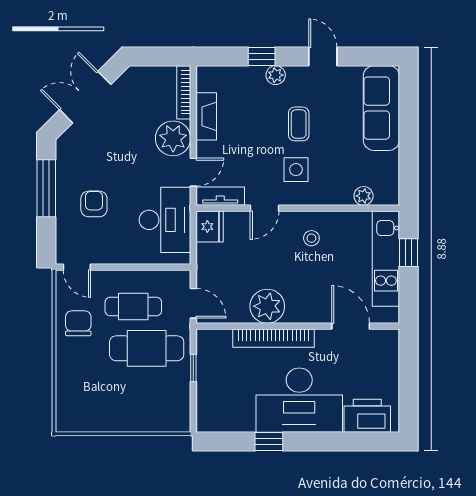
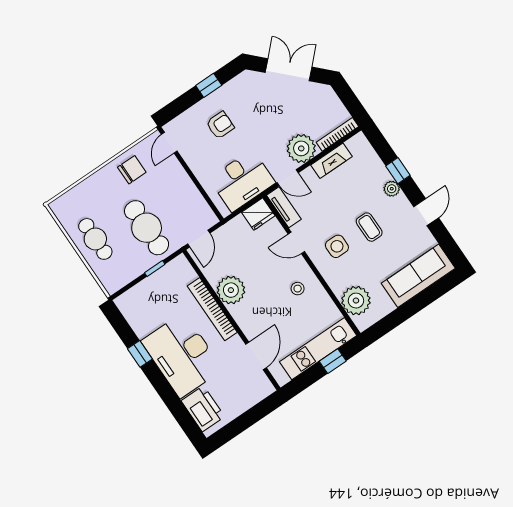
coffee table: (299, 124) -> (369, 227), turned 90
window: (46, 188) -> (209, 85), width x0.46
plant: (364, 196) -> (356, 301), width x1.87, depth x1.87
cafe table: (133, 307) -> (95, 239), moved

